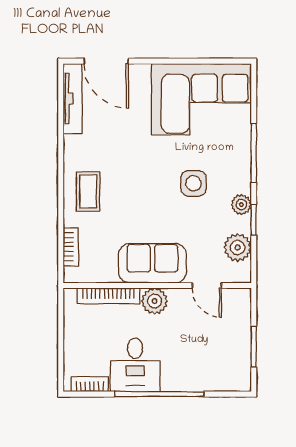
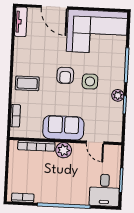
door: (106, 61) -> (54, 7), moved
tv unit: (73, 99) -> (21, 22), width x0.71
armchair: (151, 175) -> (65, 75), added
coffee table: (88, 191) -> (27, 83), turned 90
plant: (238, 247) -> (114, 121), removed
desk: (135, 365) -> (104, 190), moved

